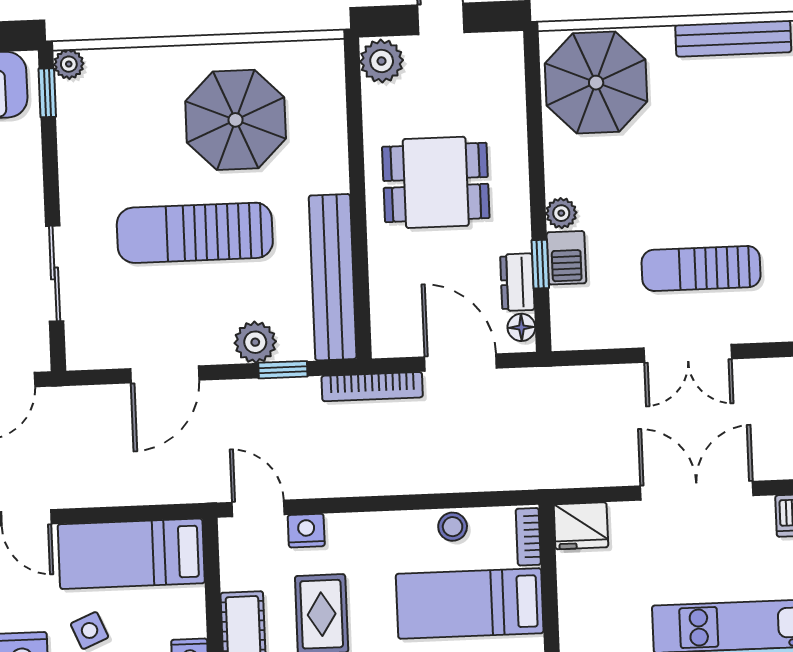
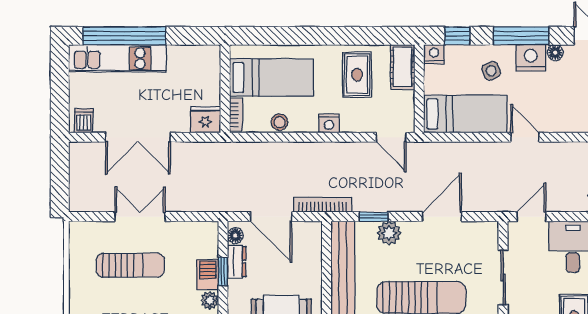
nightstand: (306, 531) -> (329, 123), moved

